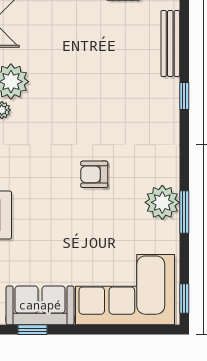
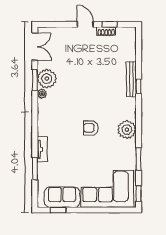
bench: (170, 44) -> (131, 79), moved
plant: (162, 202) -> (127, 130), moved
window: (184, 212) -> (139, 159), moved

